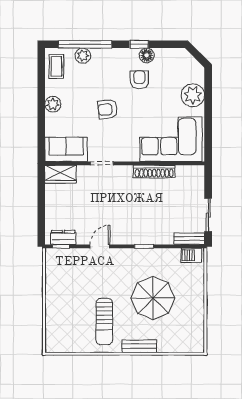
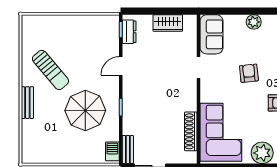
shoe rack: (154, 172) -> (191, 131), moved
wardrobe: (61, 174) -> (168, 23), moved, turned -90
door: (100, 246) -> (121, 66), swing flipped
parasol: (153, 298) -> (85, 111), moved
sun lounger: (104, 322) -> (50, 70), turned -130

